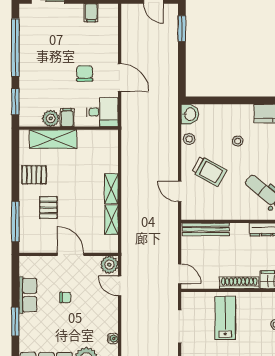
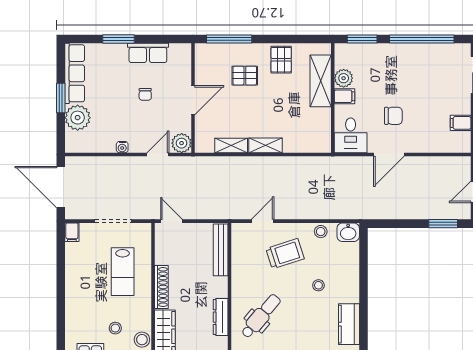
trolley: (209, 171) -> (285, 254), turned -137
door: (180, 274) -> (171, 221), swing flipped
lab bench: (225, 318) -> (123, 272), turned 90
water cooler: (113, 339) -> (122, 147), moved

